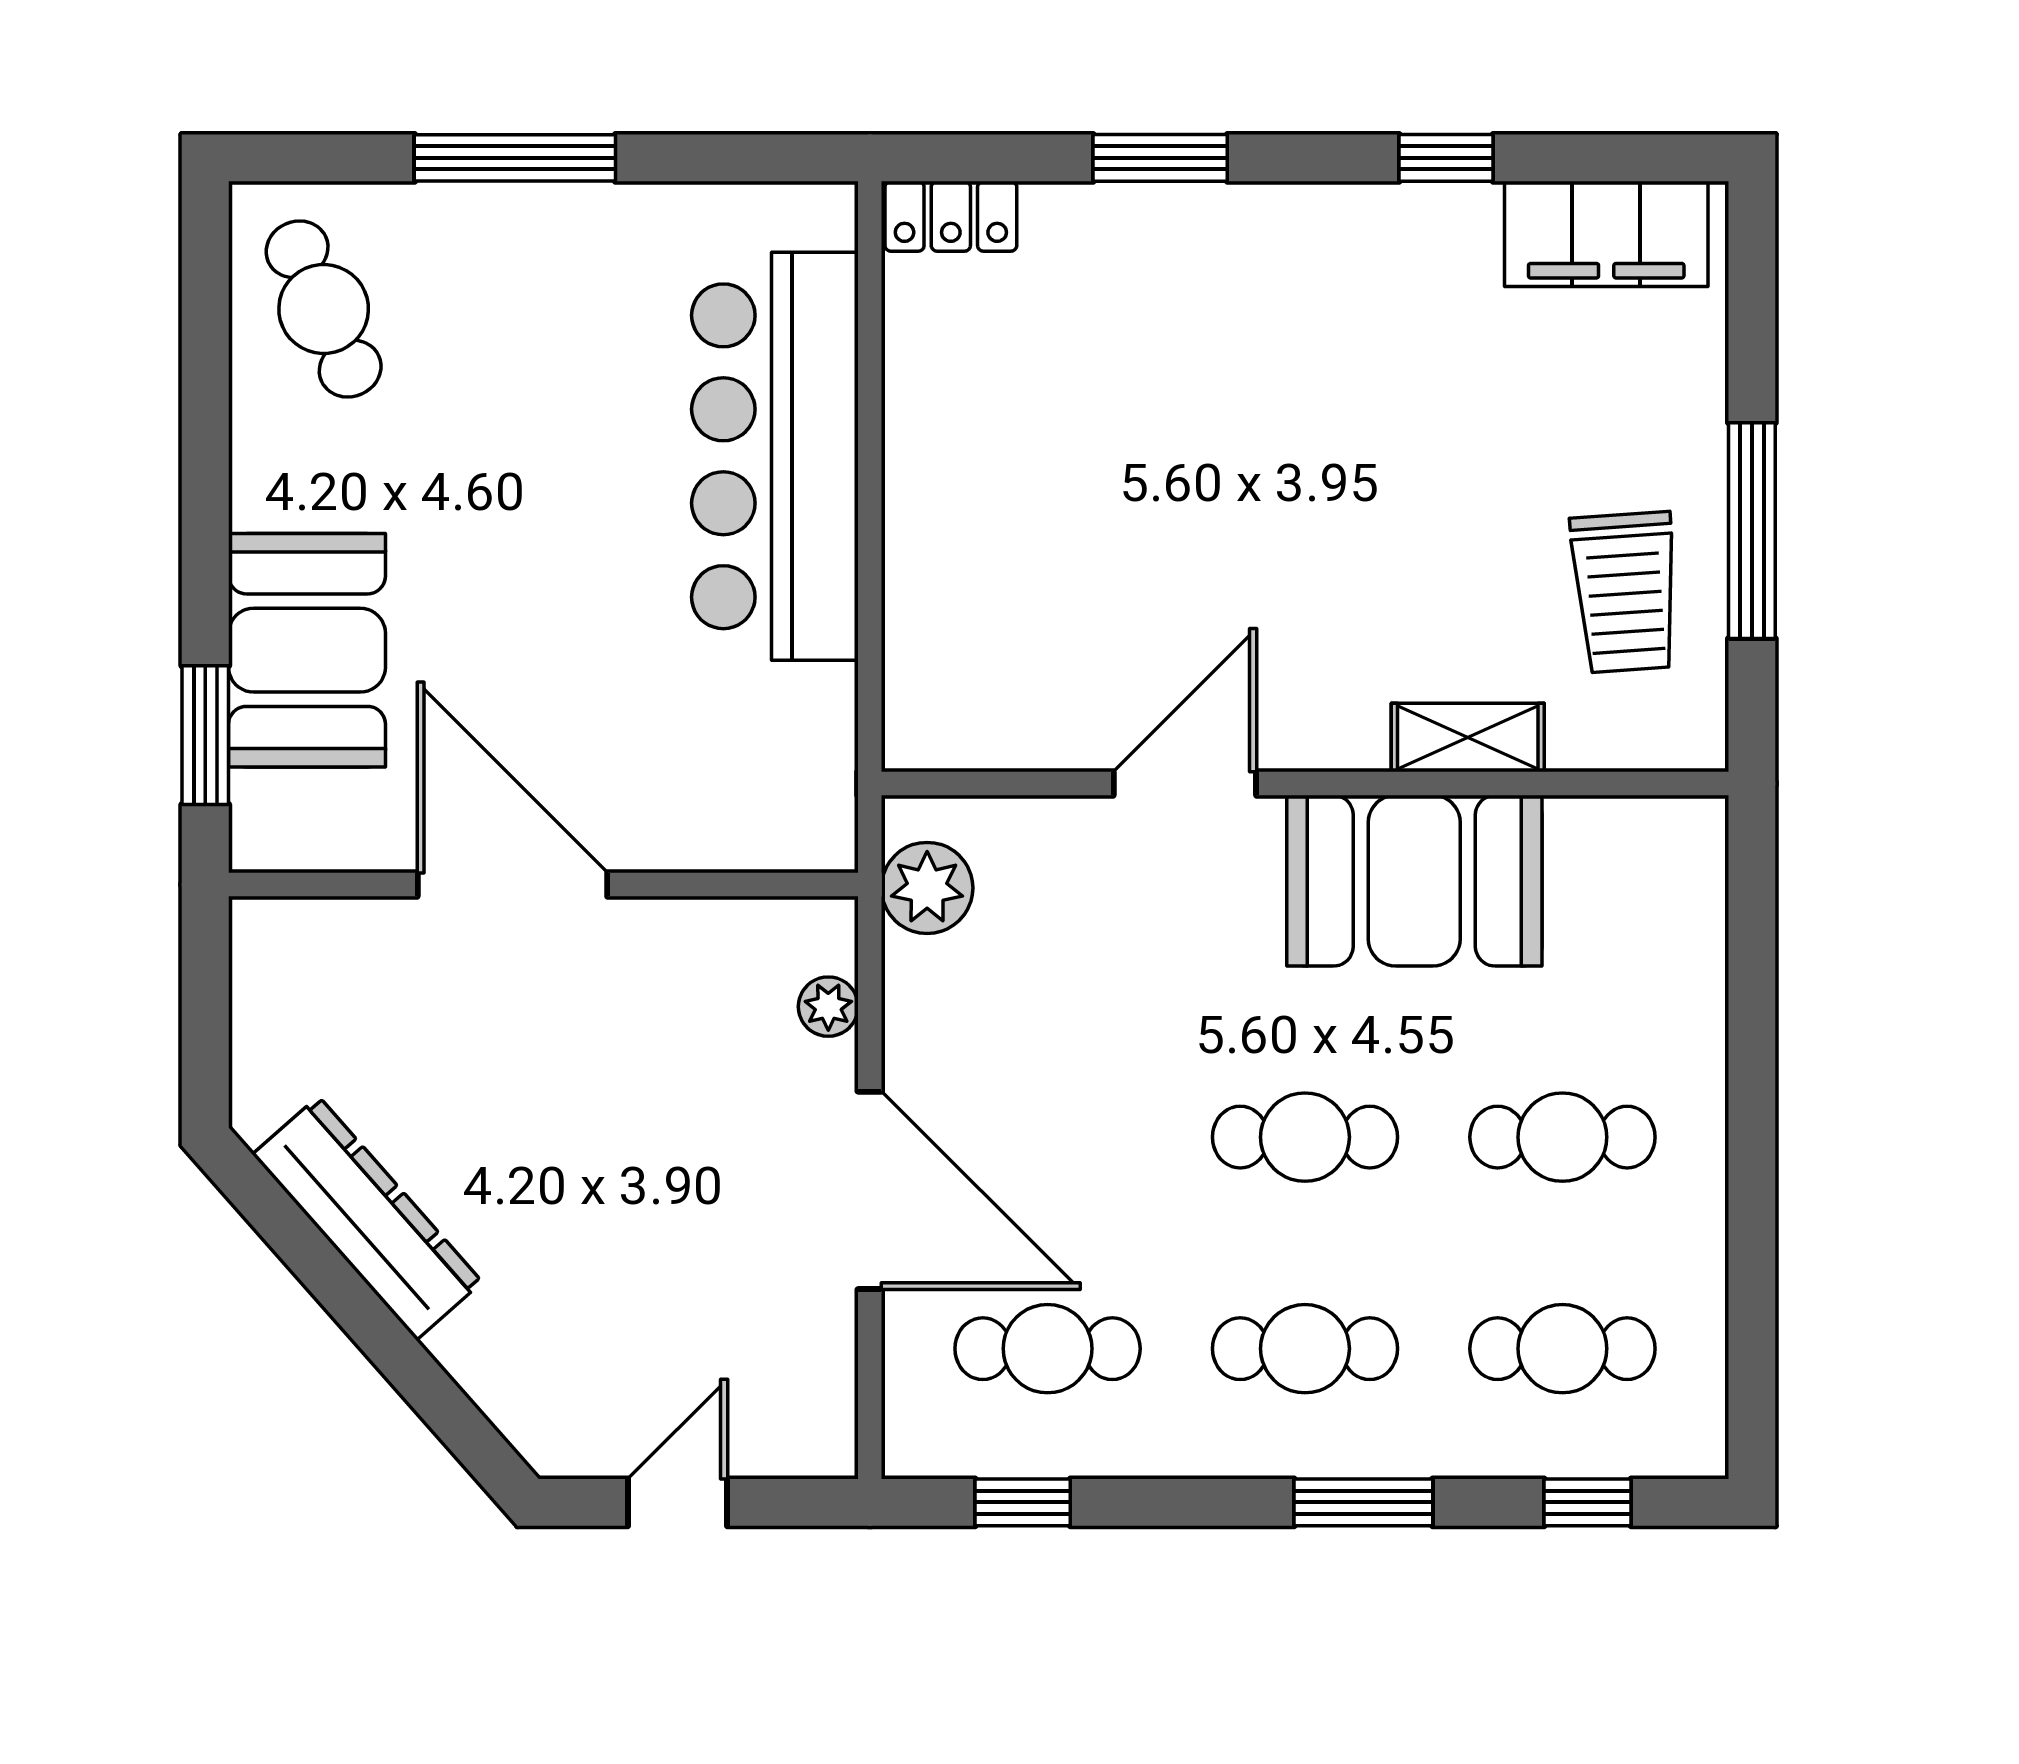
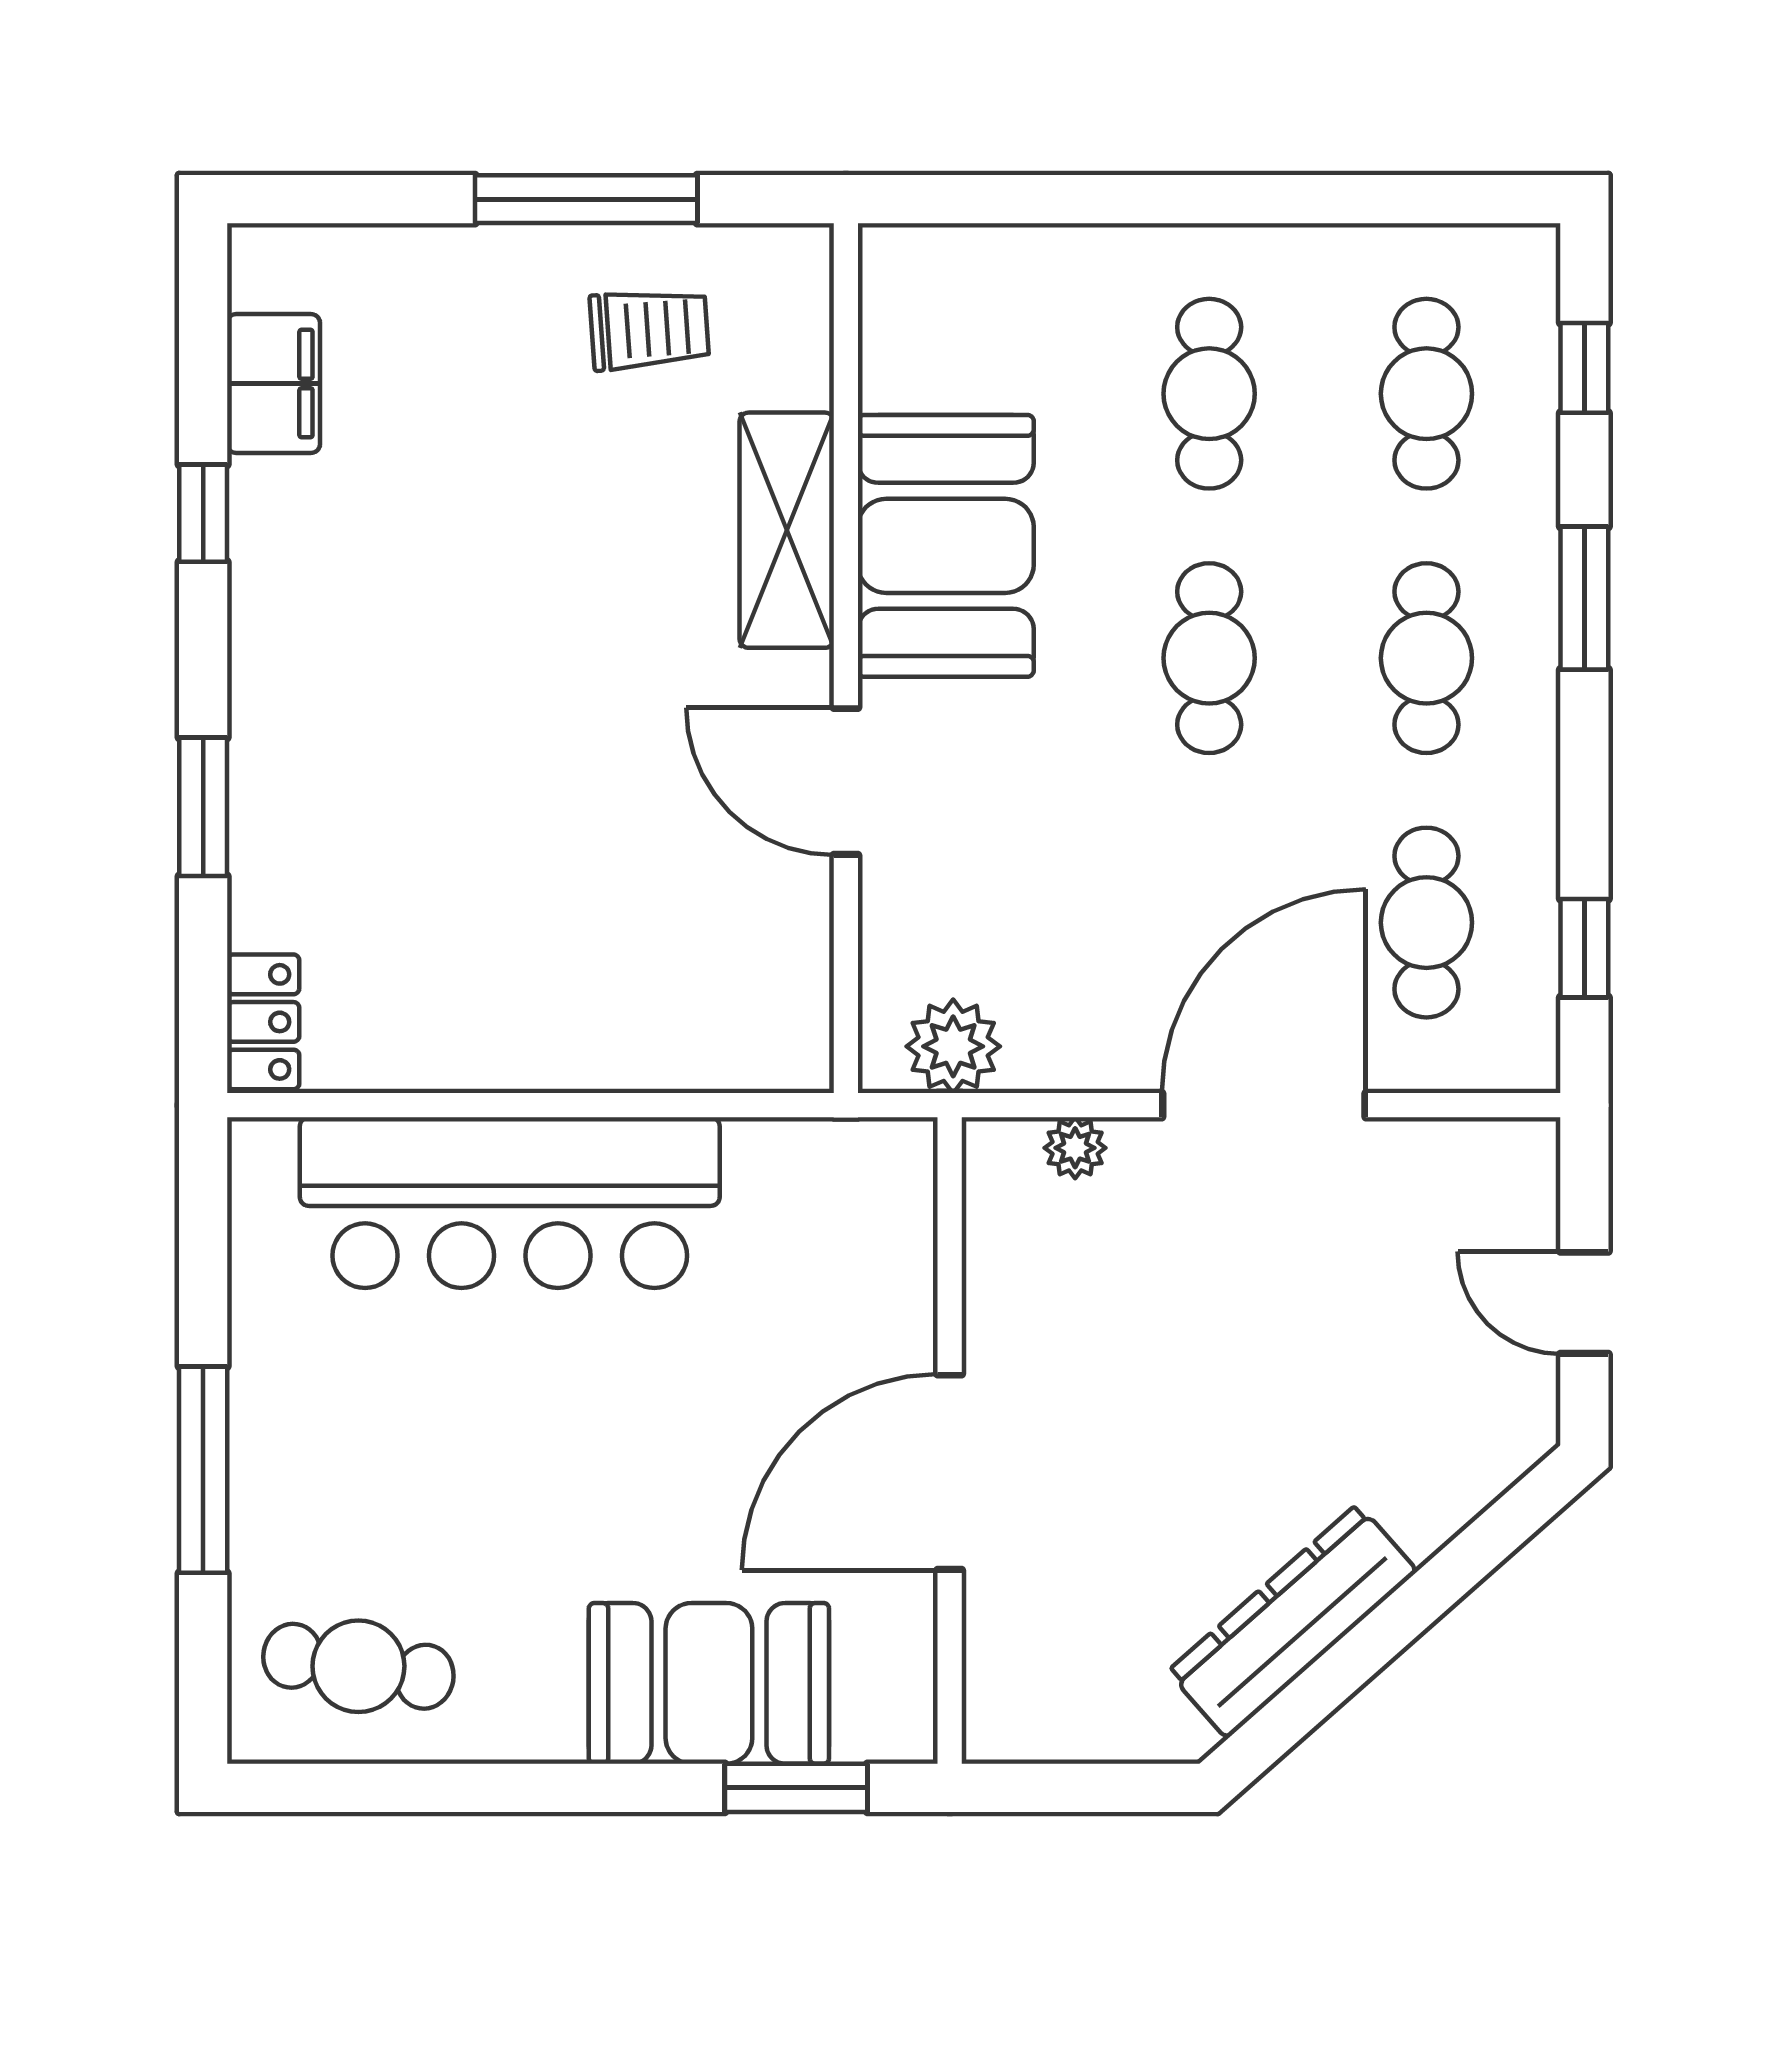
filing cabinet: (1606, 234) -> (274, 384), width x0.67, depth x0.86
cafe table: (324, 309) -> (358, 1666), turned 33
trolley: (1625, 592) -> (649, 329), width x0.73, depth x0.72
shelving: (1468, 737) -> (787, 530), width x1.50, depth x1.33

